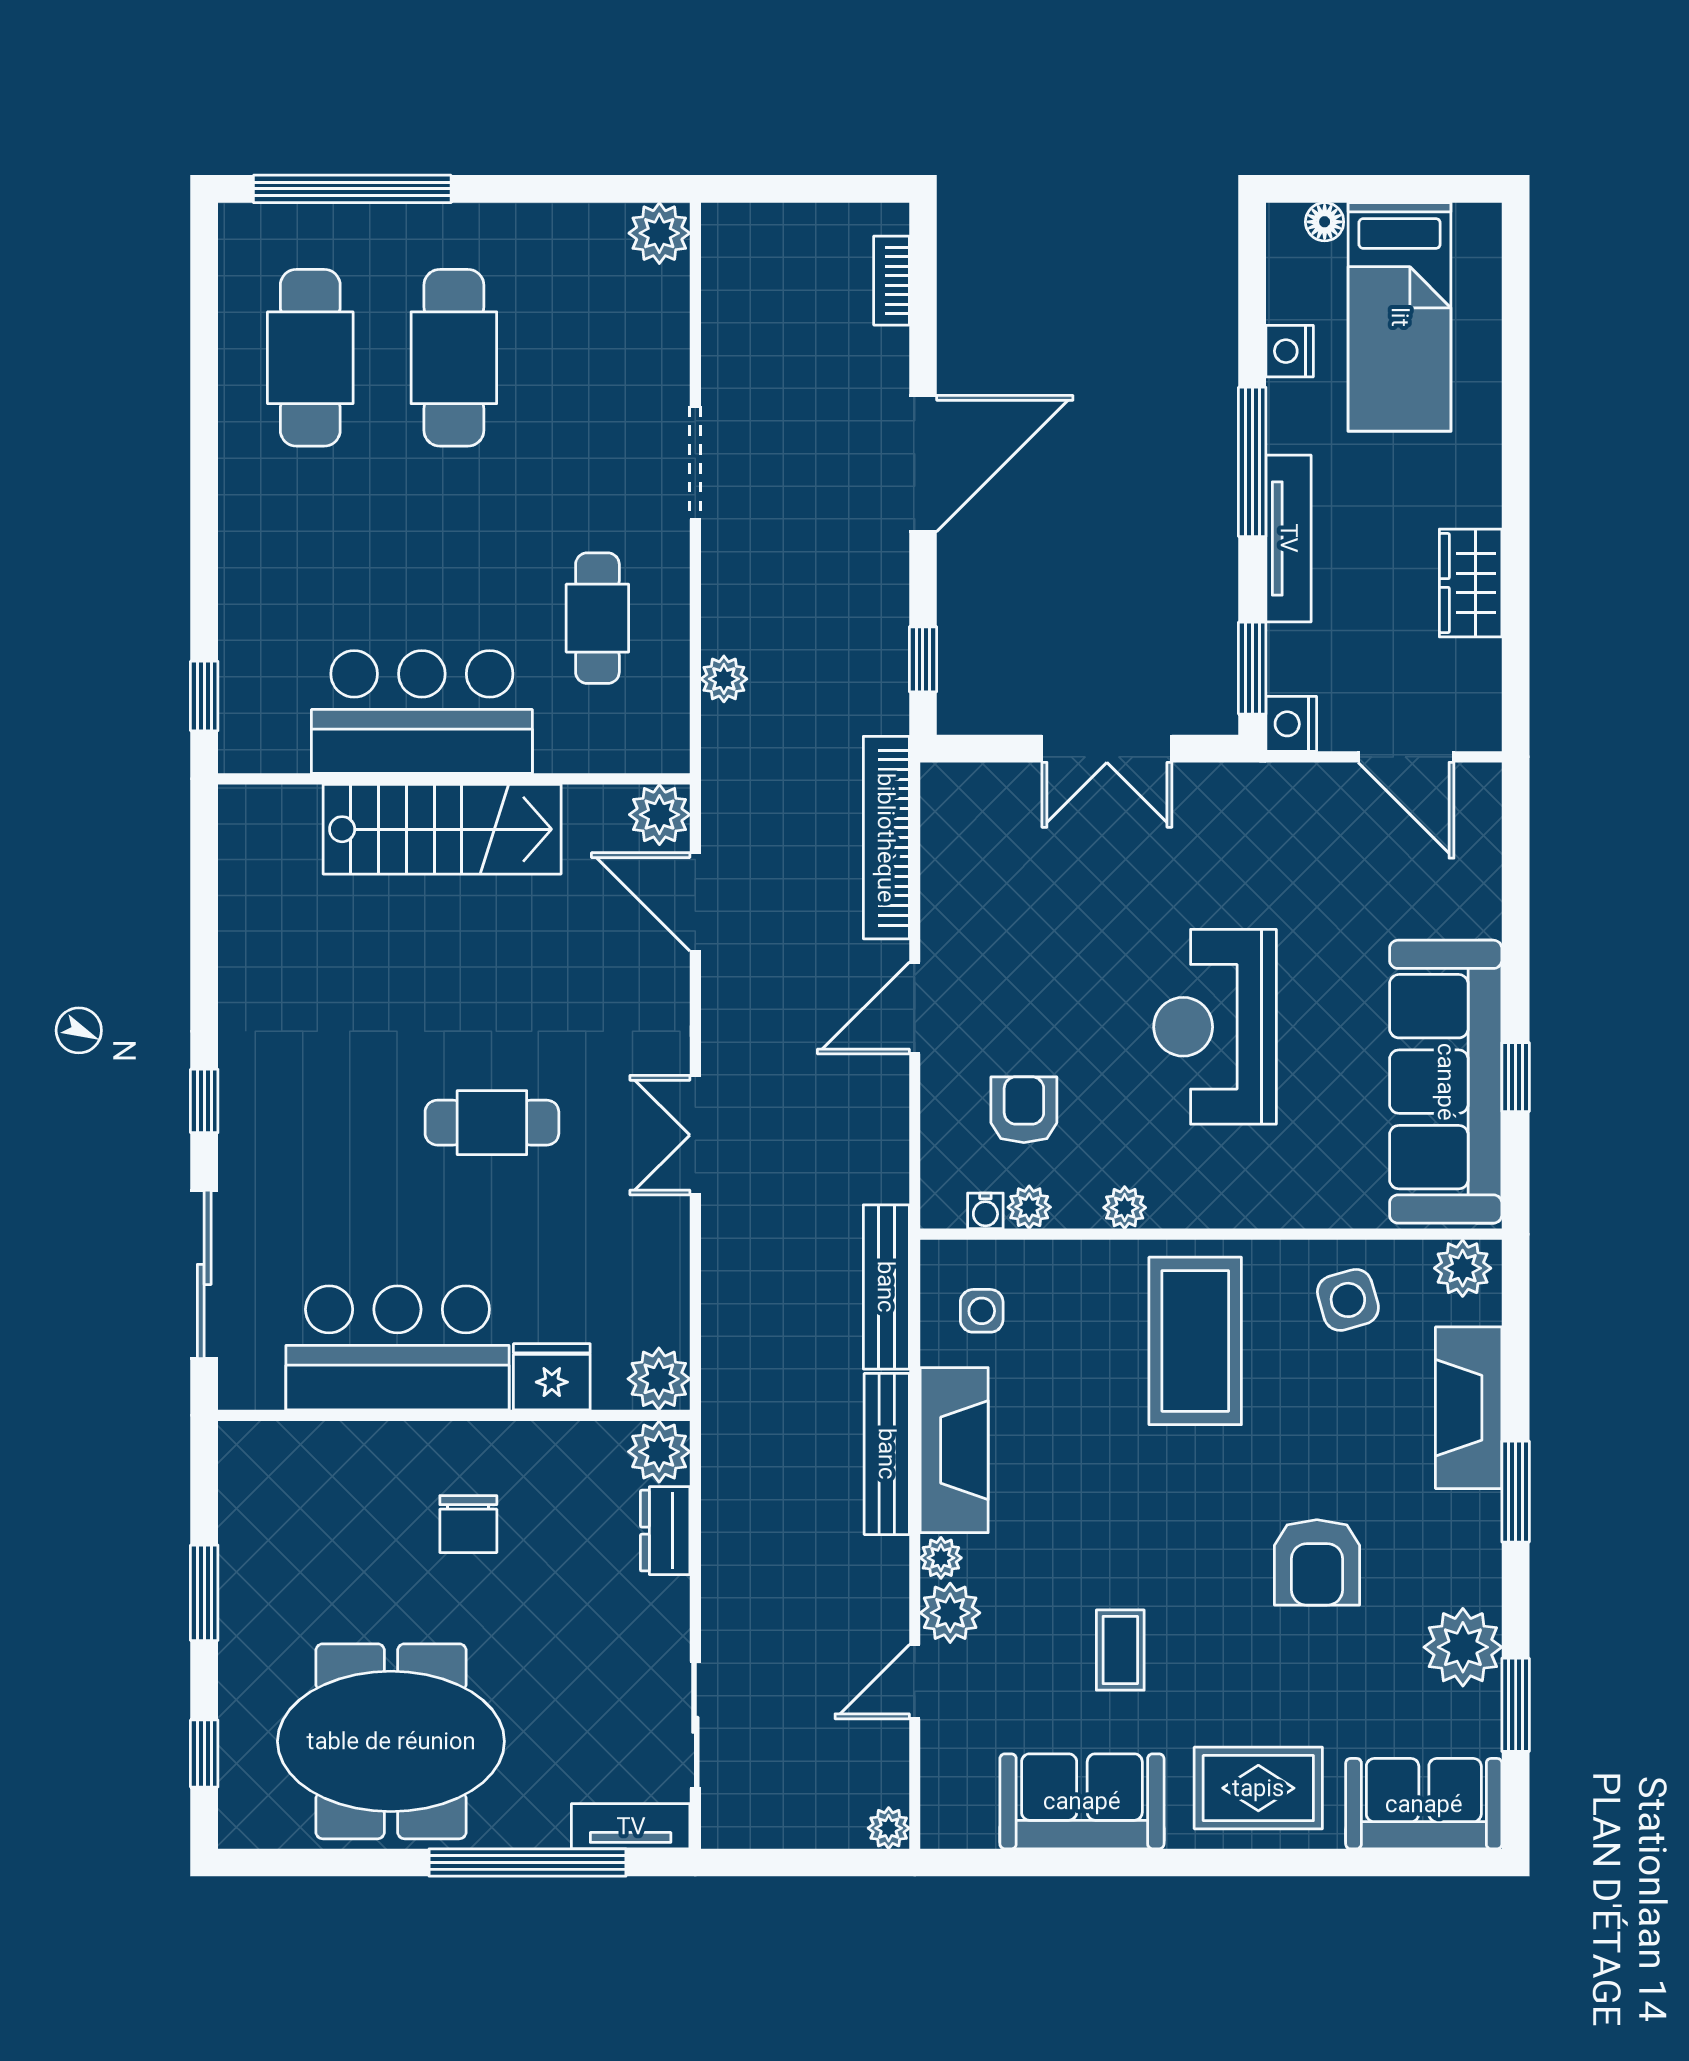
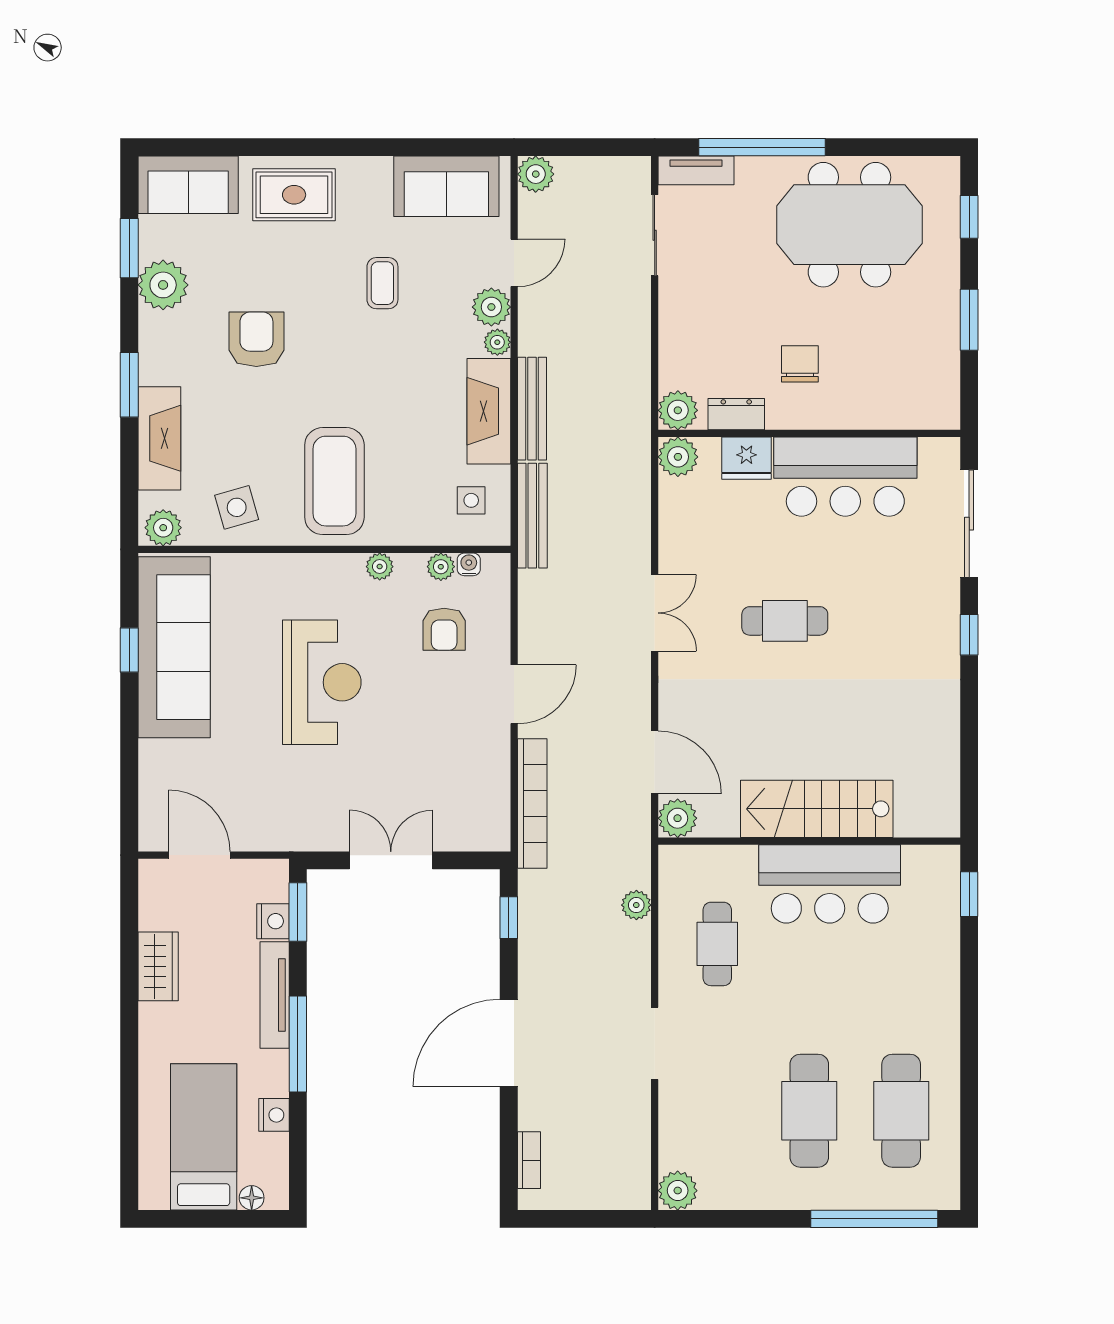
nightstand: (1291, 724) -> (273, 921), moved
dresser: (665, 1531) -> (736, 414), moved, turned -90
sofa: (1082, 1801) -> (446, 186), moved
plant: (889, 1828) -> (536, 174), width x1.38, depth x1.38

